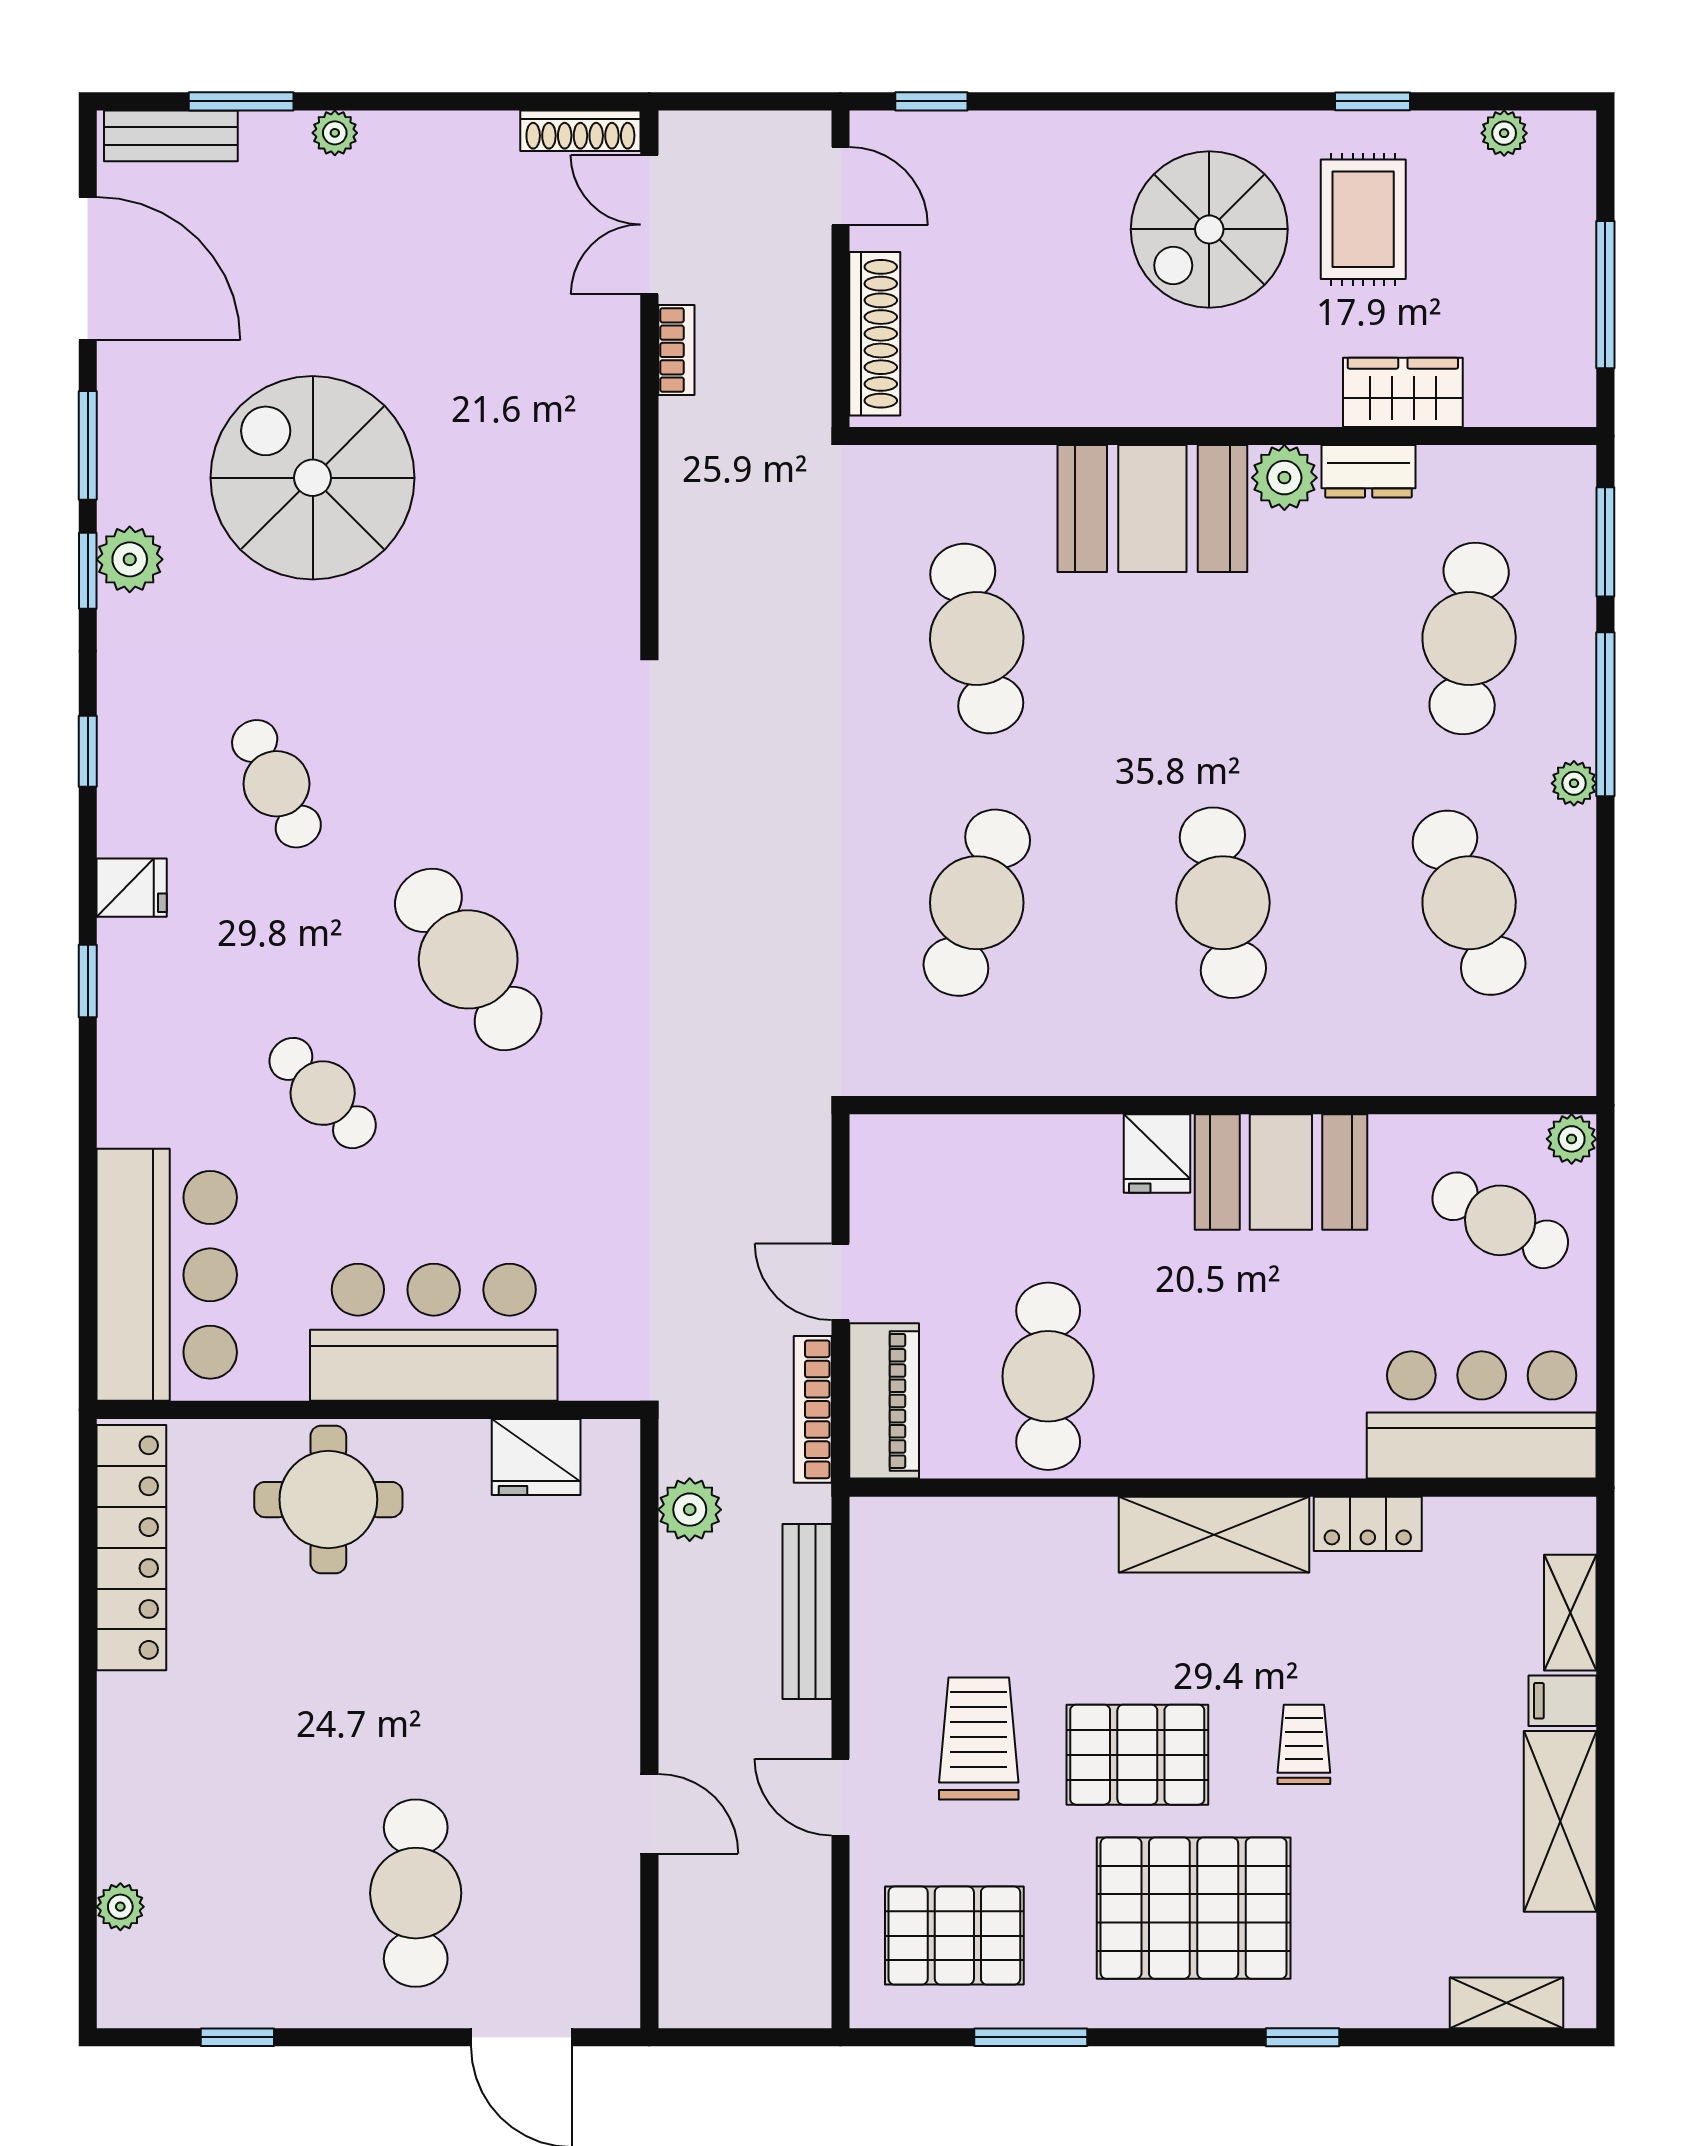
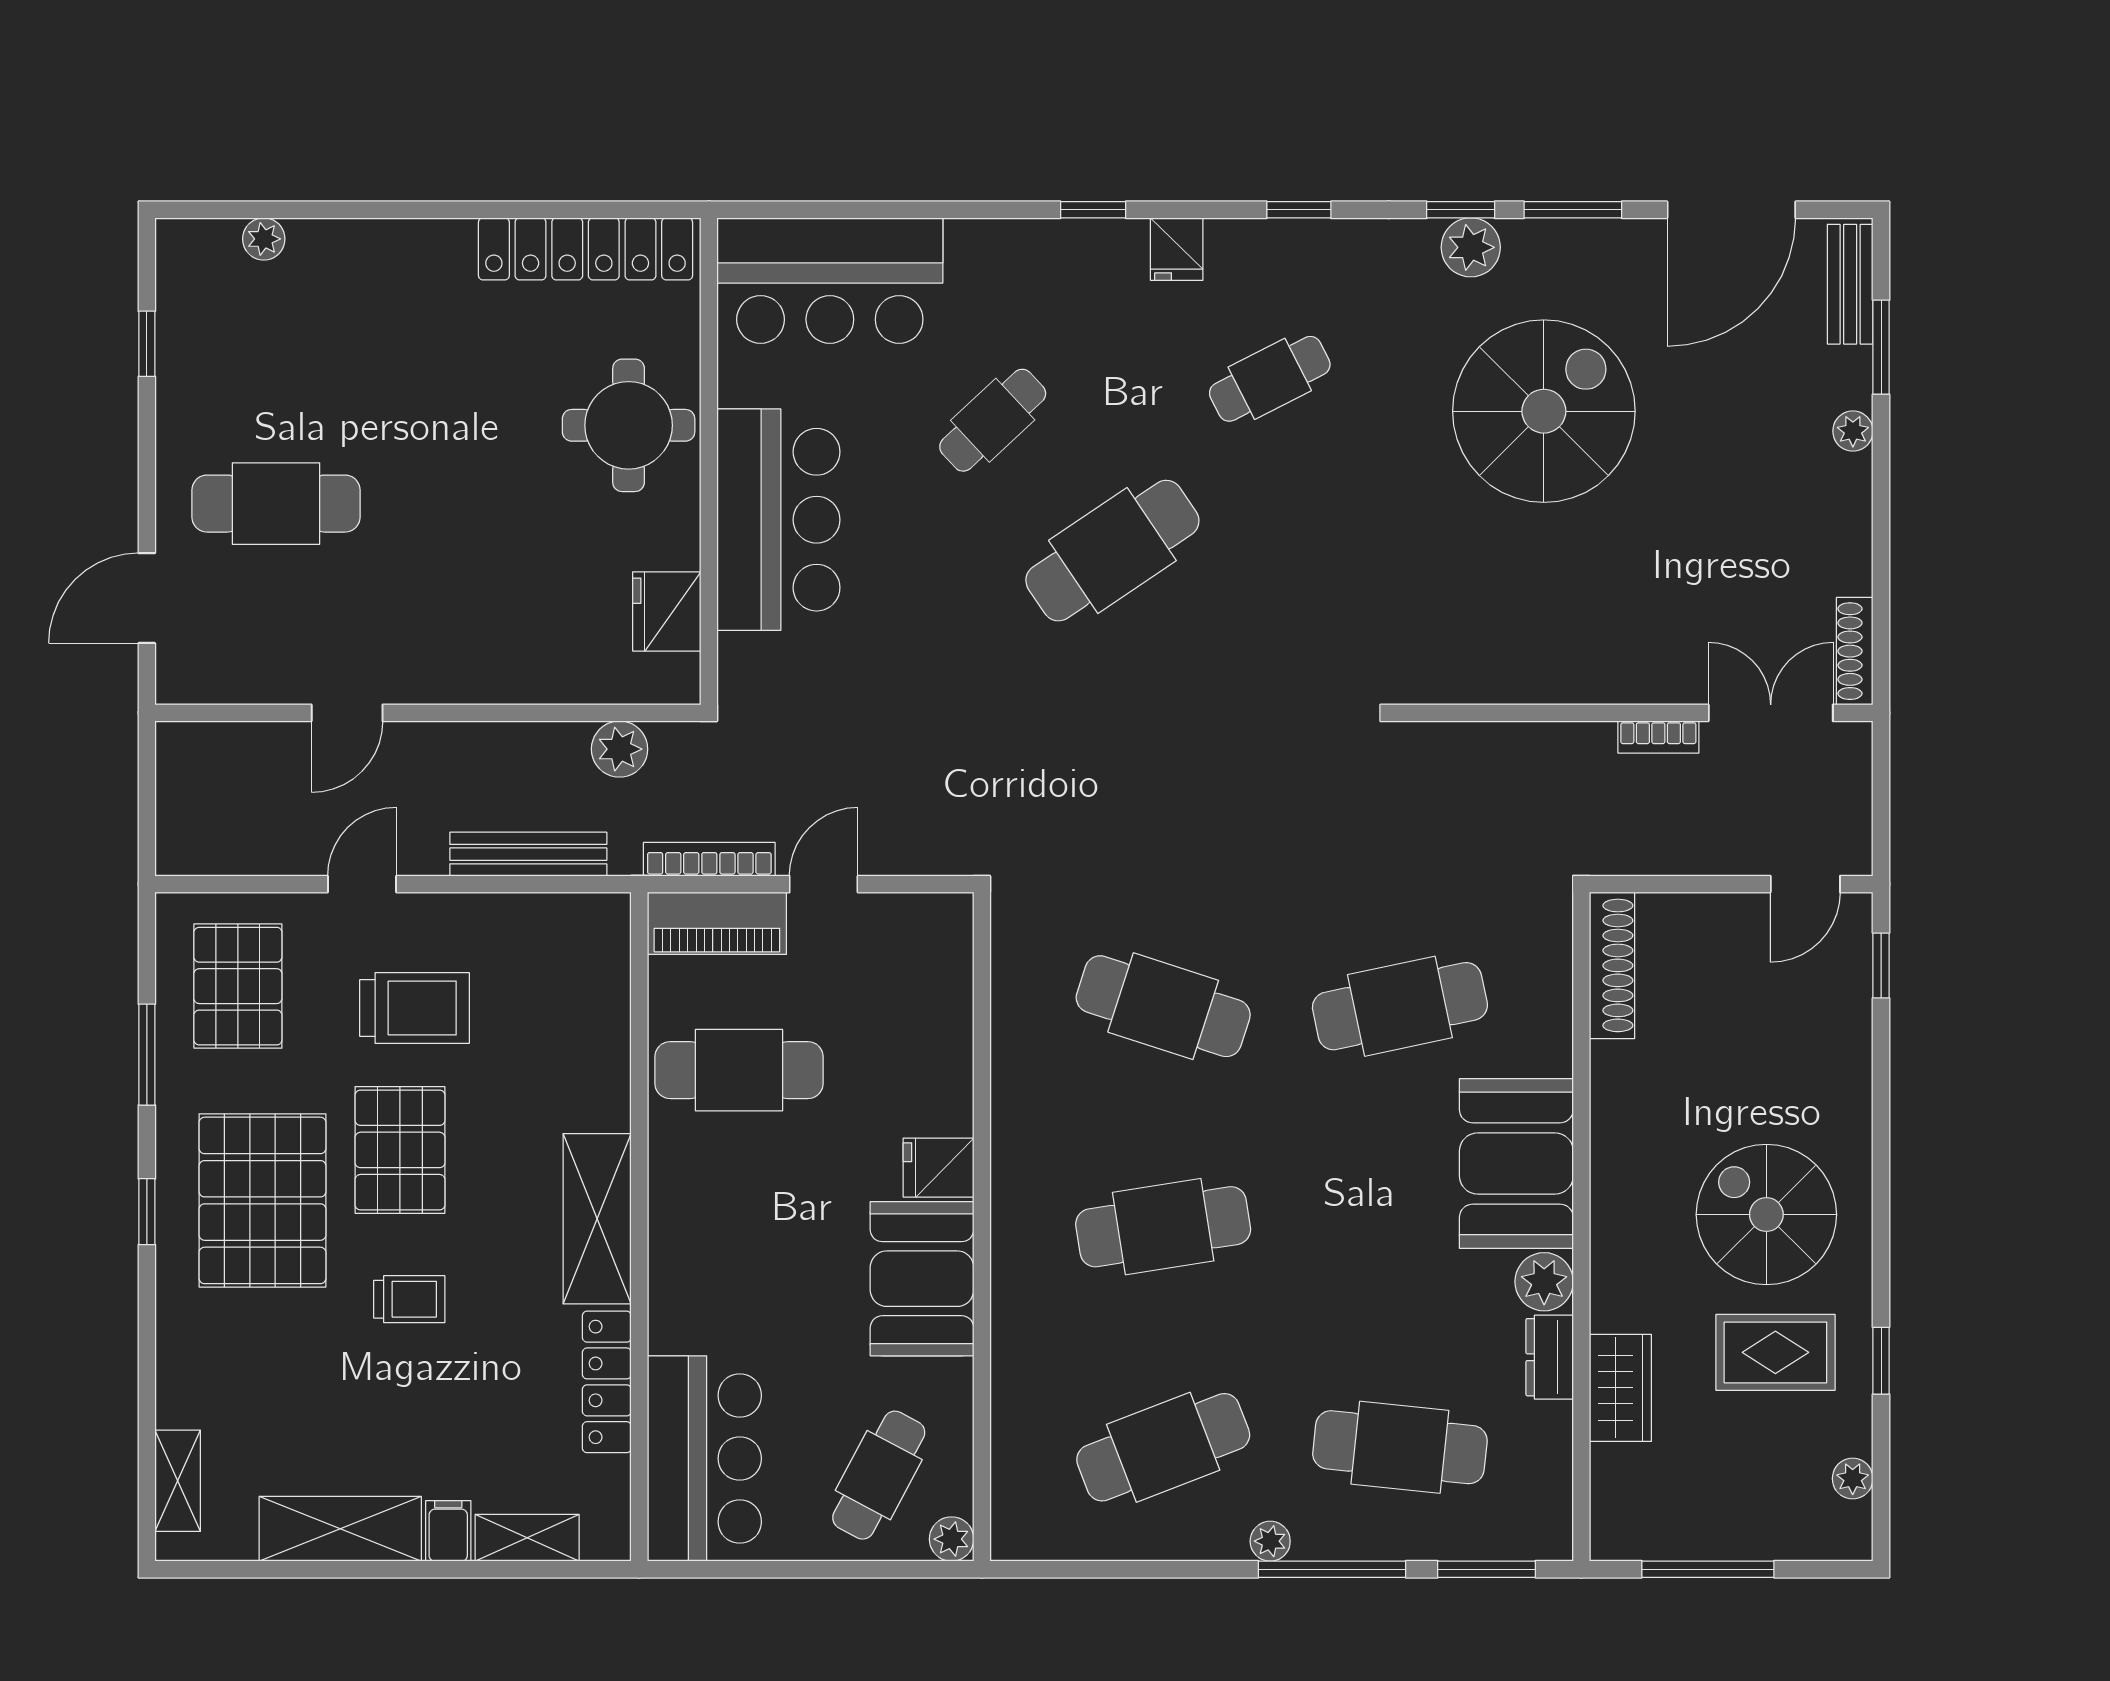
shoe rack: (875, 334) -> (1612, 965), moved, turned -90
locker: (1368, 1524) -> (607, 1382), width x1.53
window: (1303, 2037) -> (147, 1212), moved

